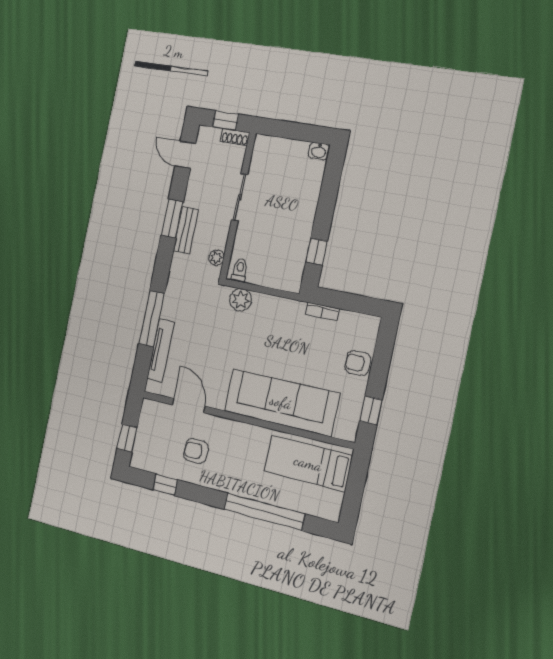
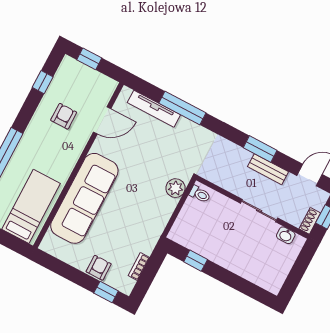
washbasin: (319, 151) -> (286, 235), moved, turned -90
bench: (186, 230) -> (268, 169), moved
plant: (216, 258) -> (216, 178), removed
bookcase: (322, 312) -> (139, 267), moved
window: (371, 411) -> (106, 292), moved

